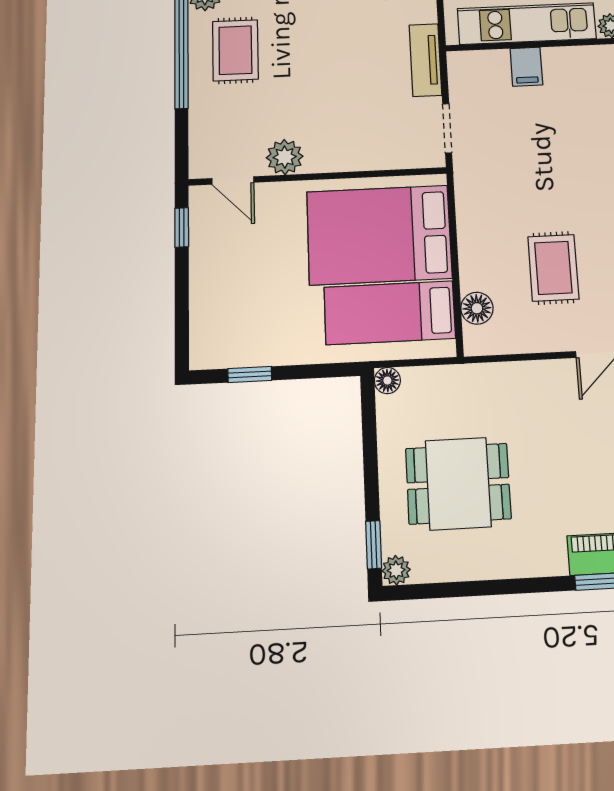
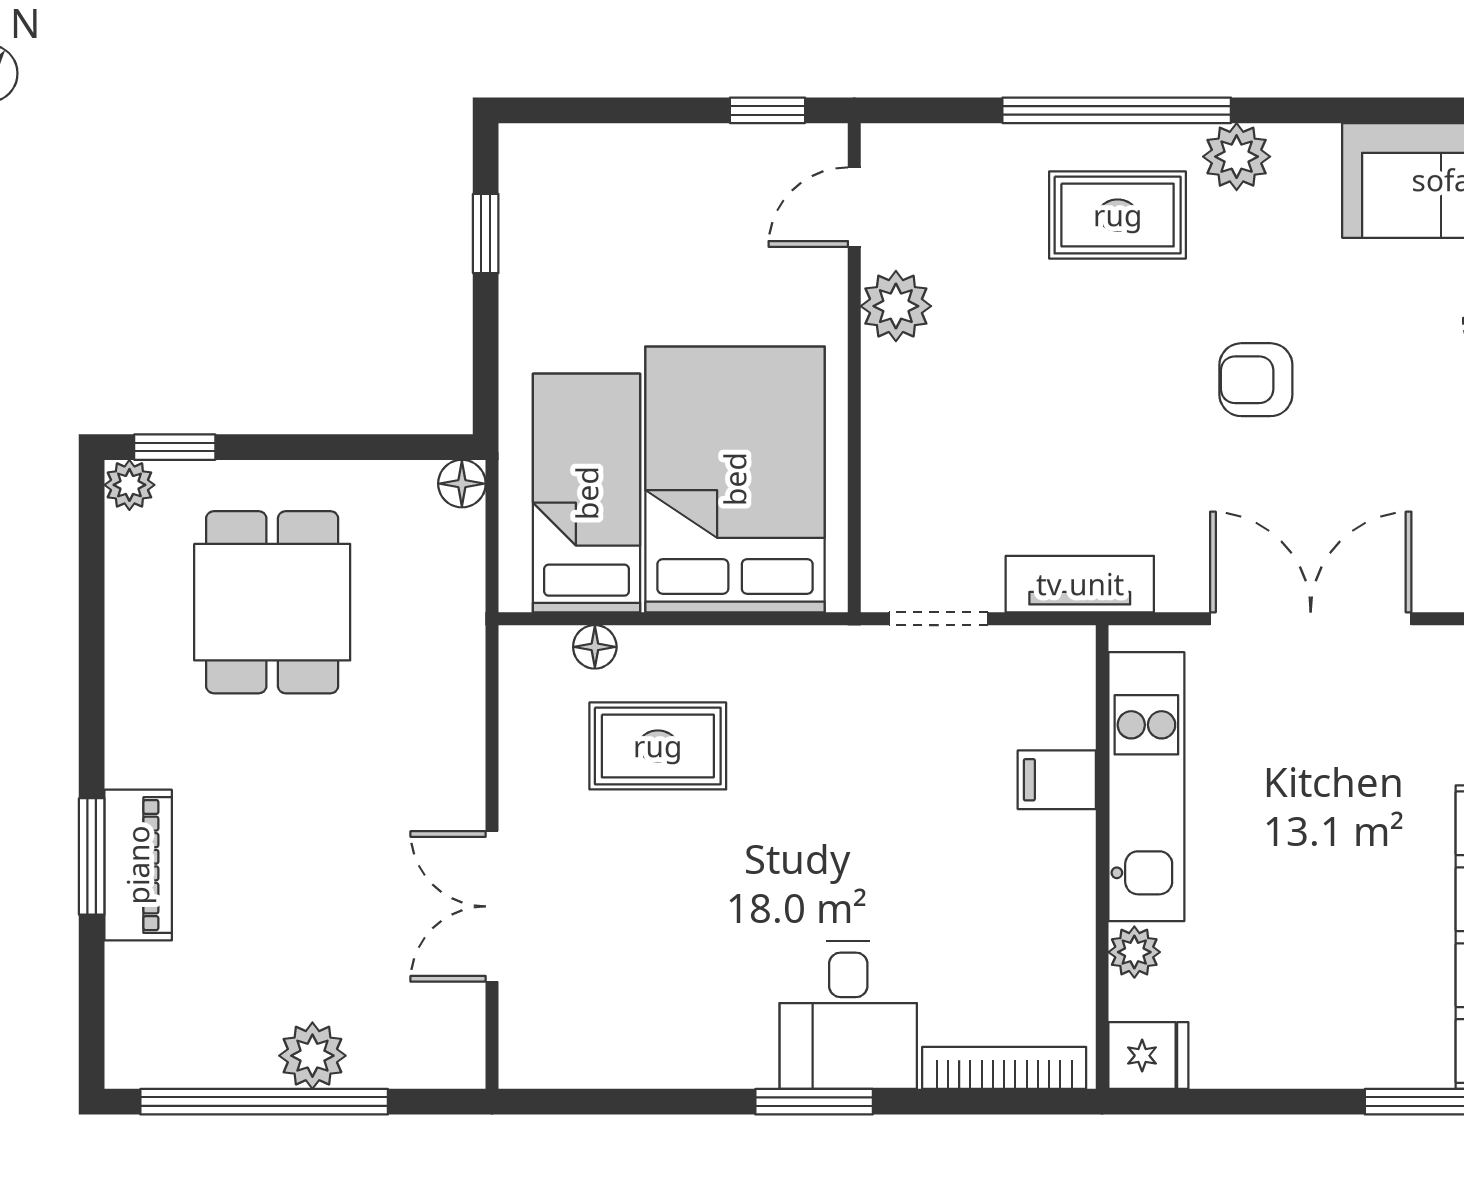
rug: (553, 268) -> (658, 746), moved
floor lamp: (477, 308) -> (595, 647), width x0.73, depth x0.73

